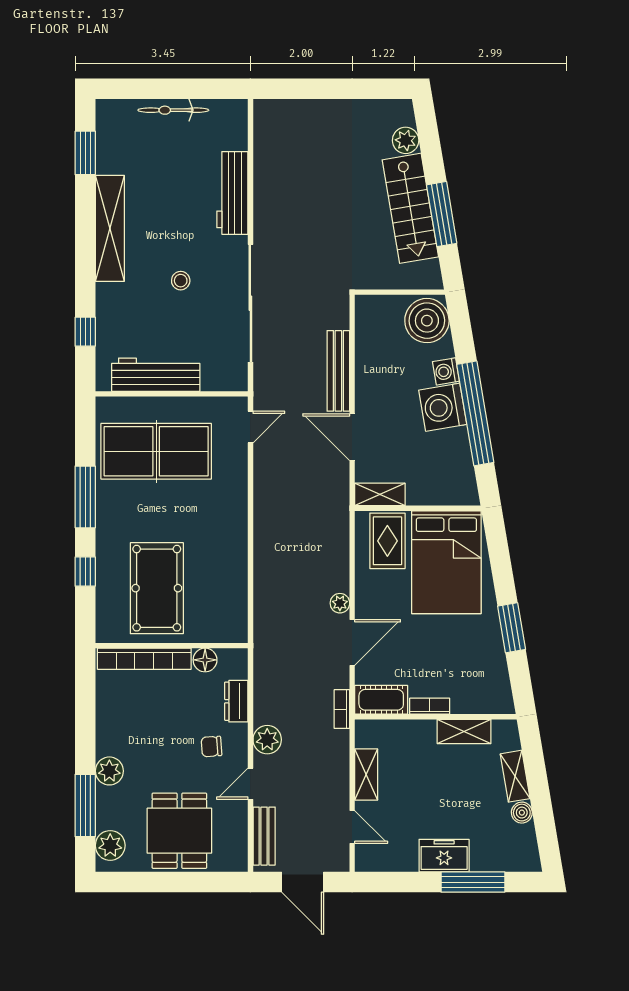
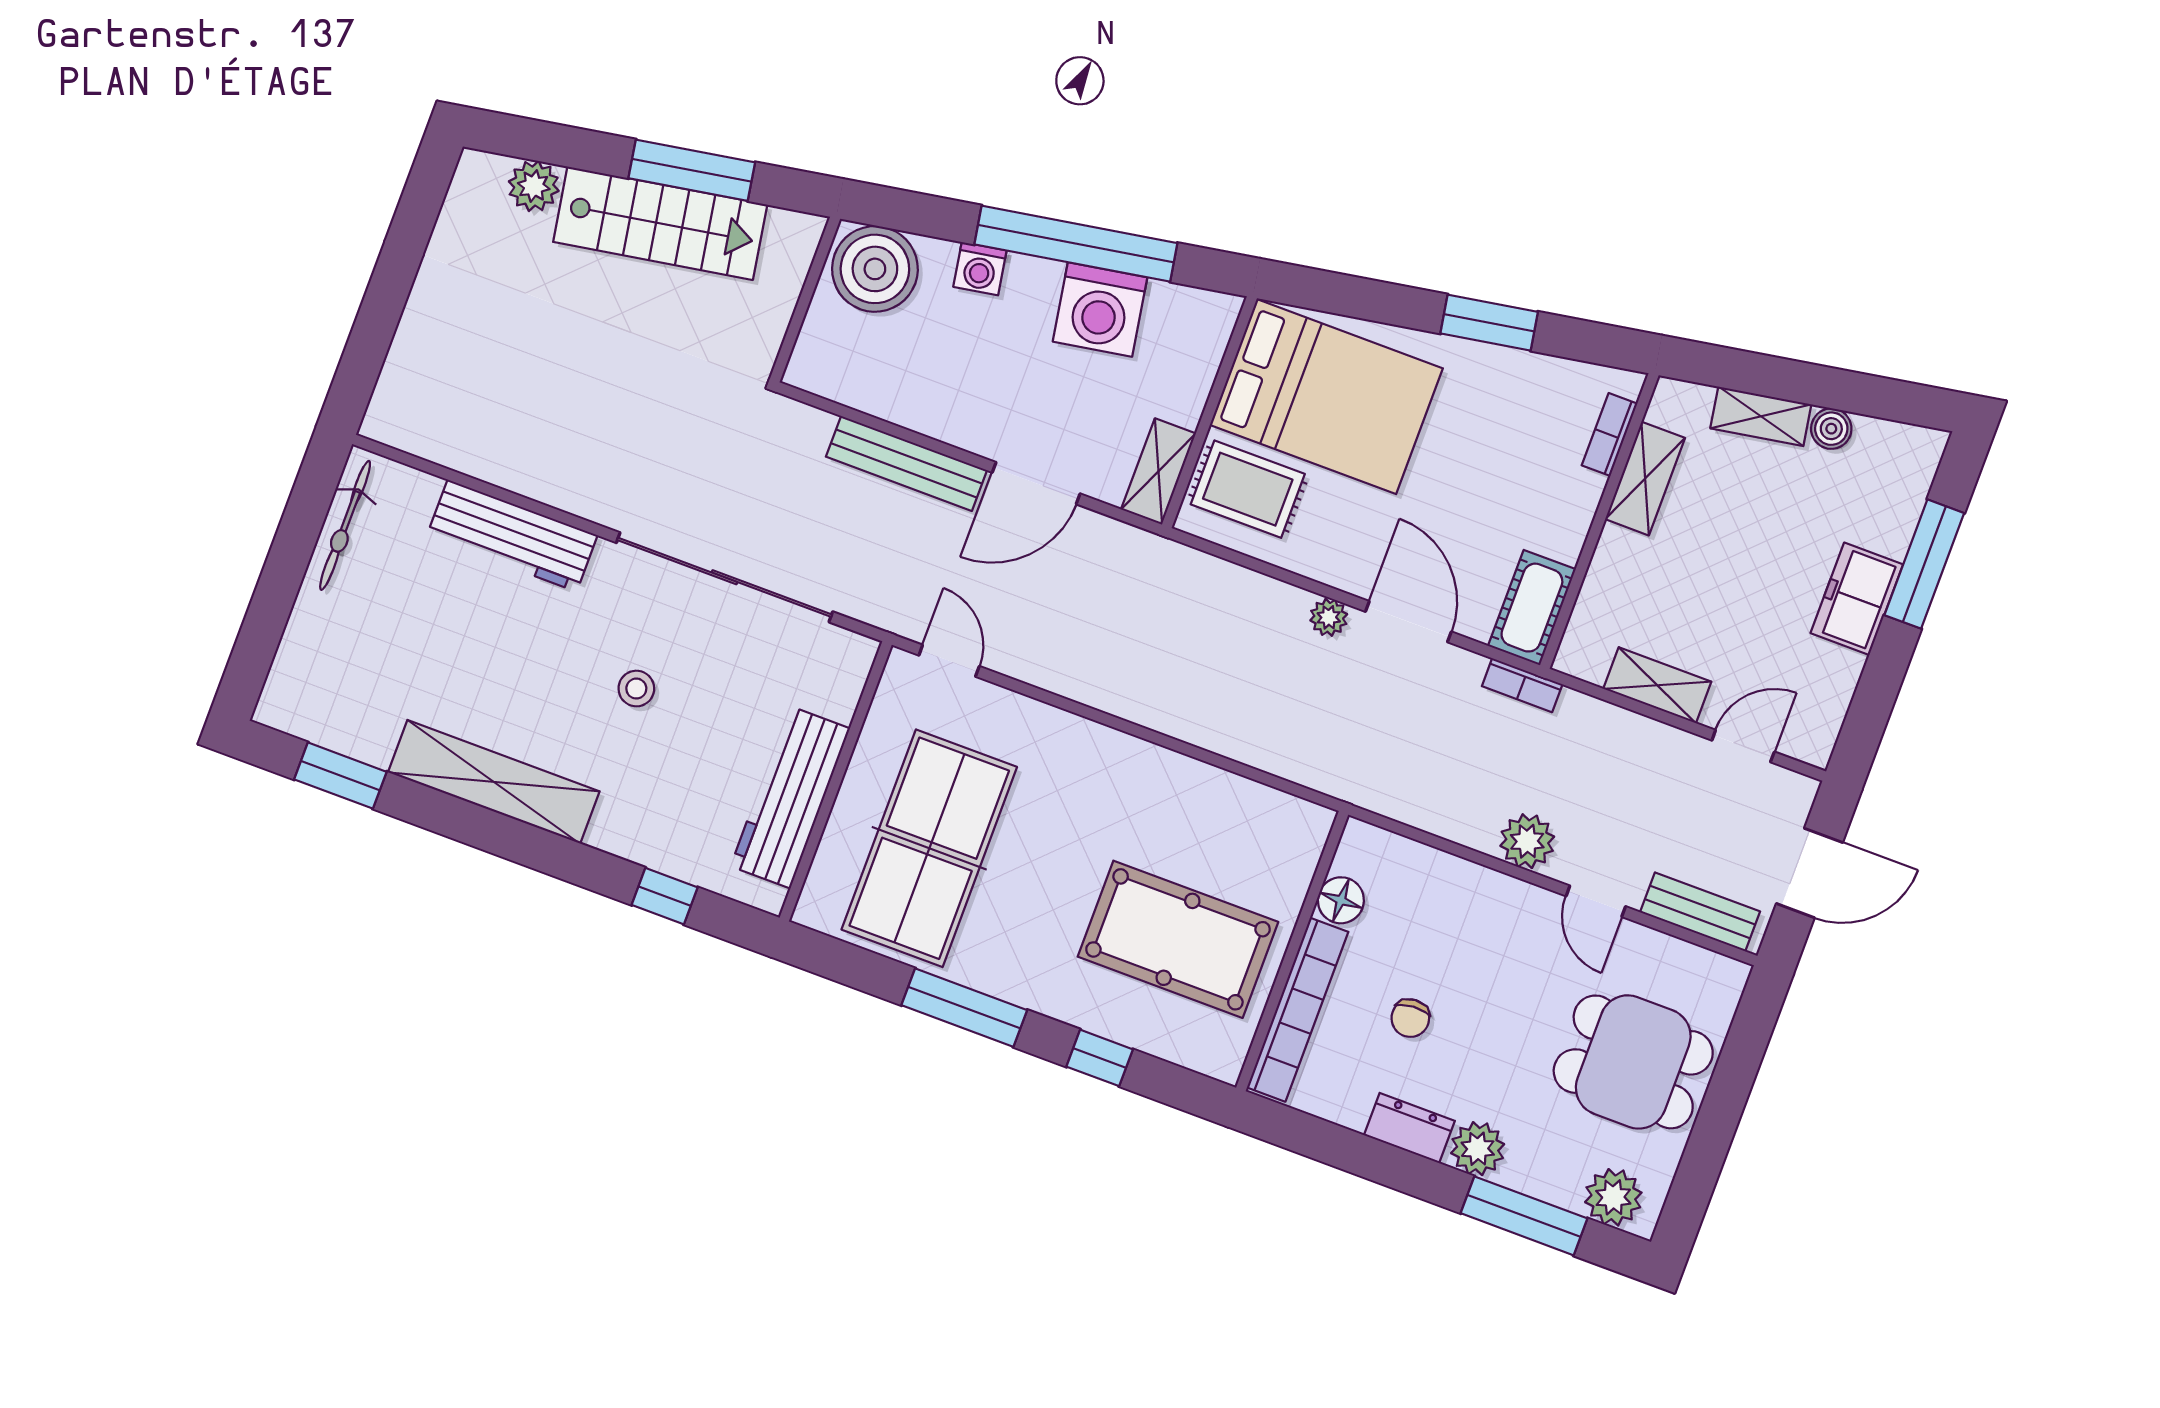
bicycle: (173, 110) -> (345, 525), moved
washing machine: (443, 407) -> (1100, 309), moved
dresser: (236, 701) -> (1409, 1128), moved, turned 180
bookcase: (430, 706) -> (1610, 435), moved
chair: (211, 746) -> (1410, 1018), moved

